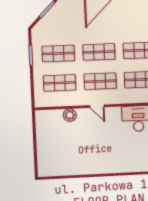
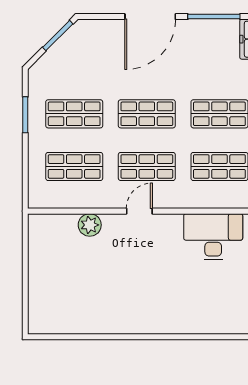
door: (97, 106) -> (139, 211), swing flipped

